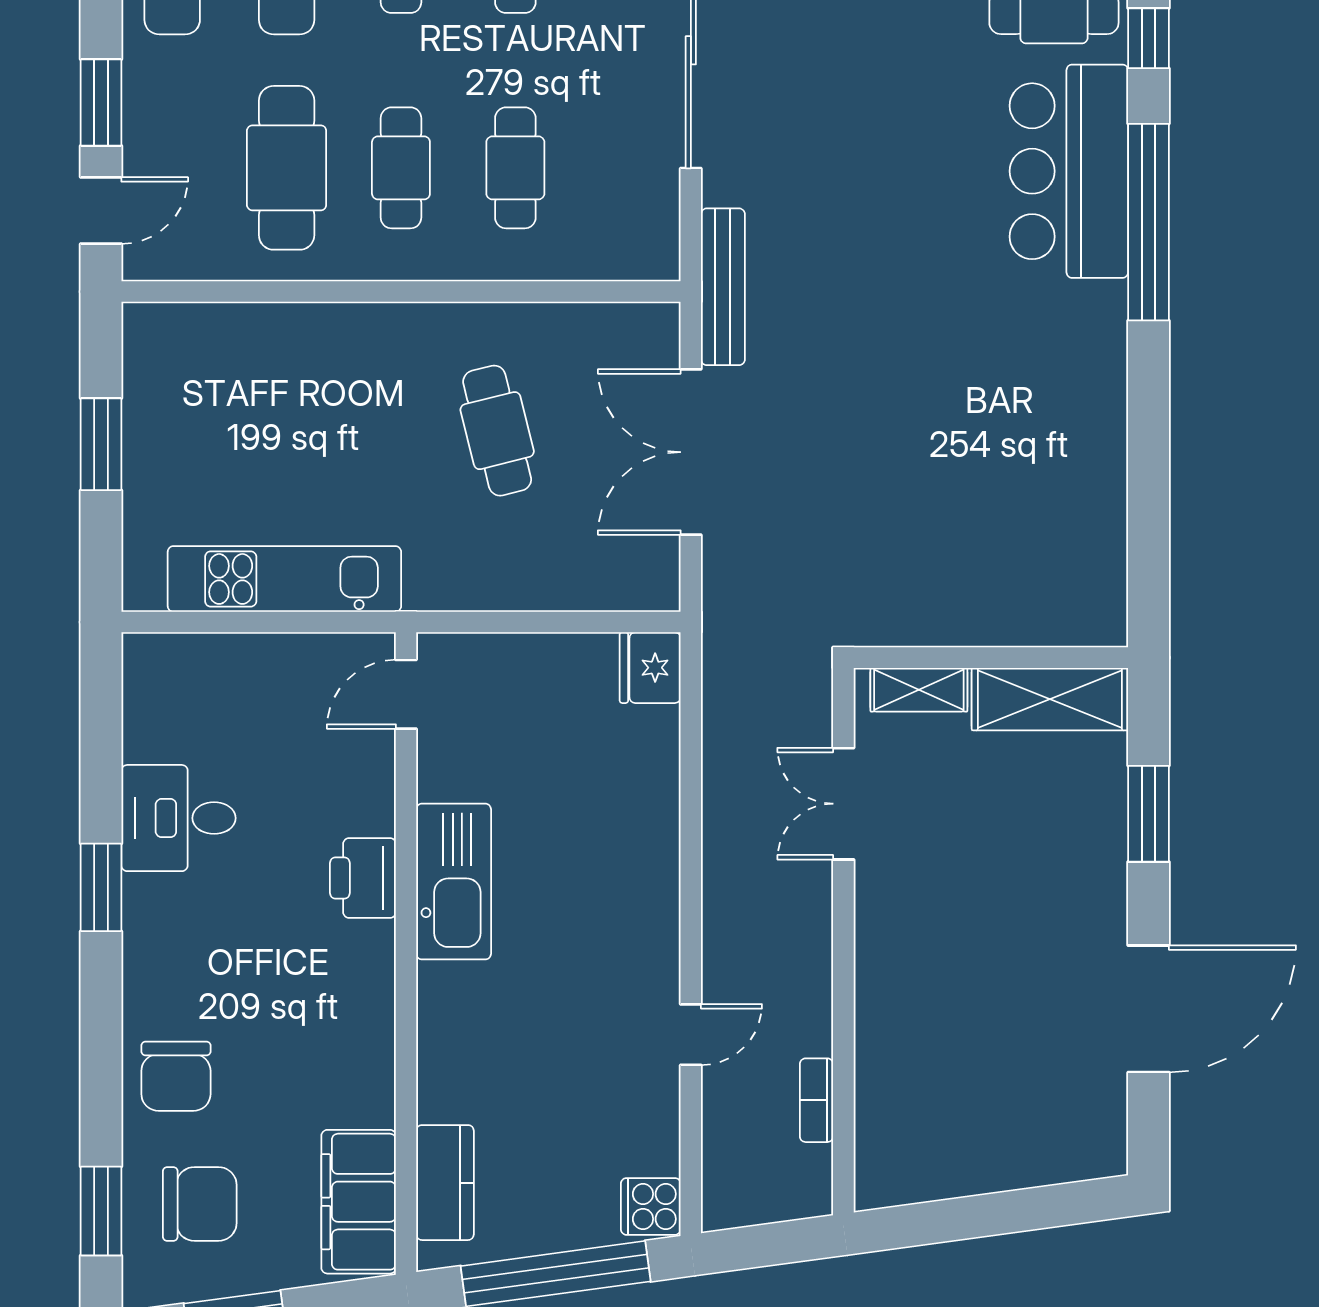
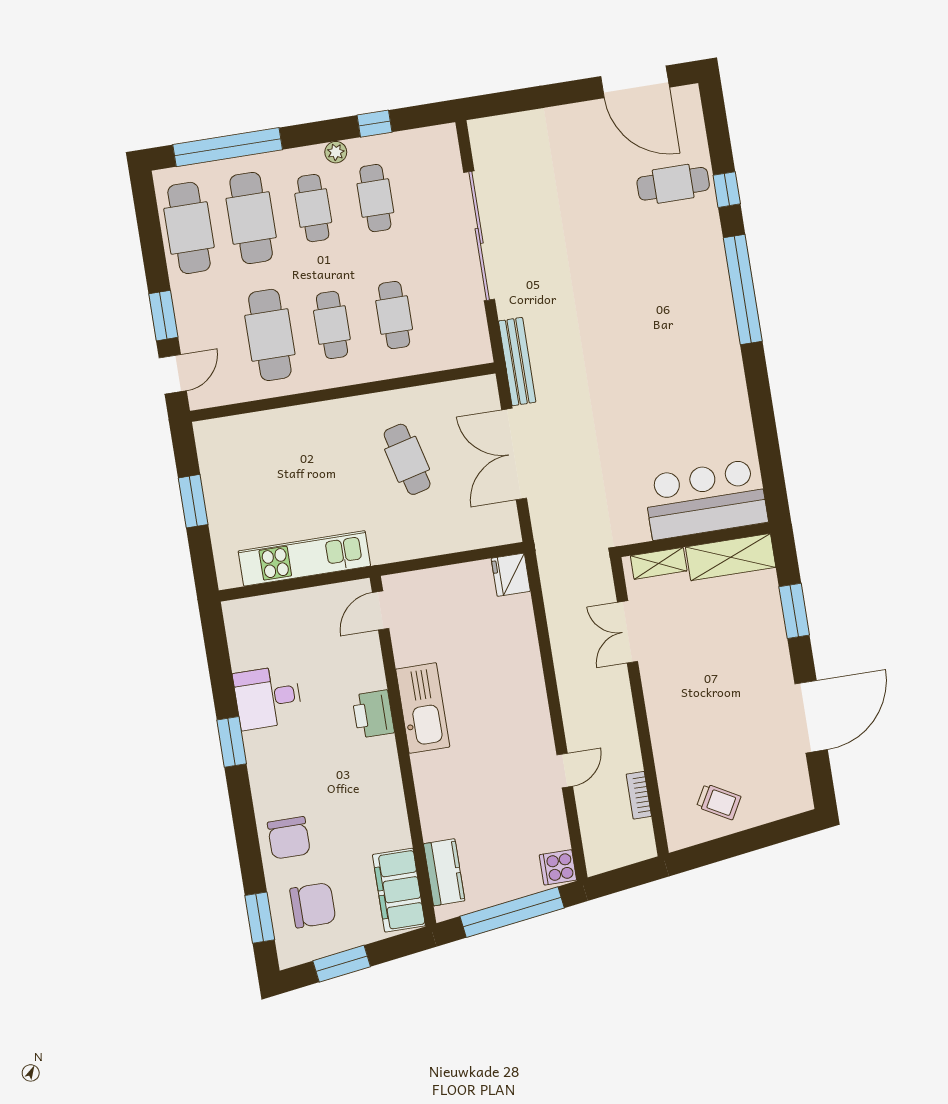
bar counter: (1069, 171) -> (706, 499), moved, turned 90
trolley: (958, 1135) -> (719, 802), added

